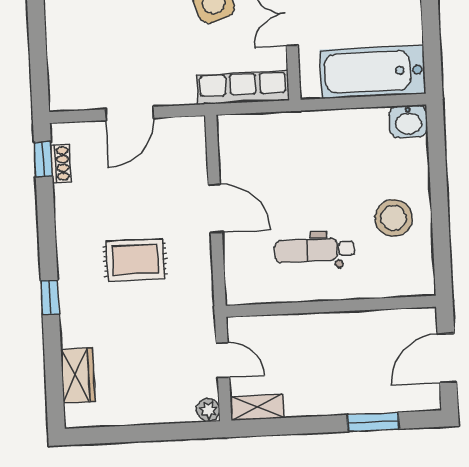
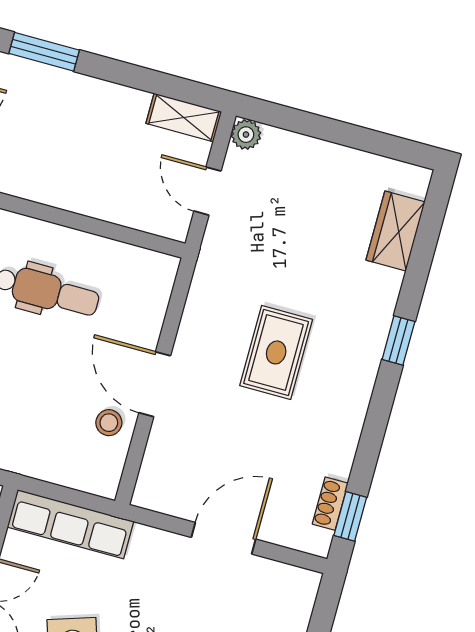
stool: (239, 170) -> (109, 423), added
rug: (135, 260) -> (276, 352), turned 90

